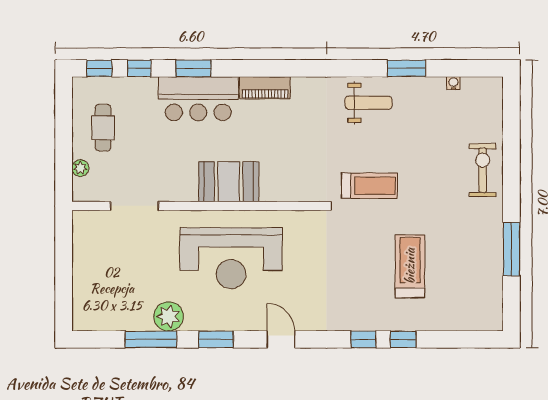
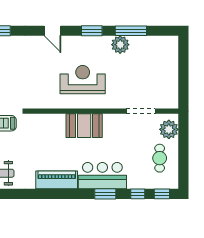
piano: (265, 88) -> (57, 180), width x1.37, depth x1.33
plant: (80, 168) -> (169, 129), width x1.88, depth x1.88
reception desk: (231, 258) -> (83, 80), width x0.74, depth x0.77

